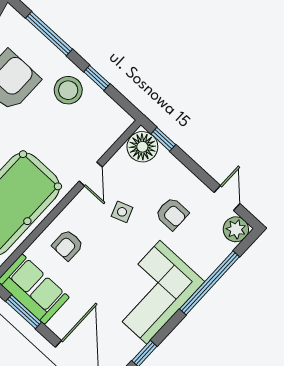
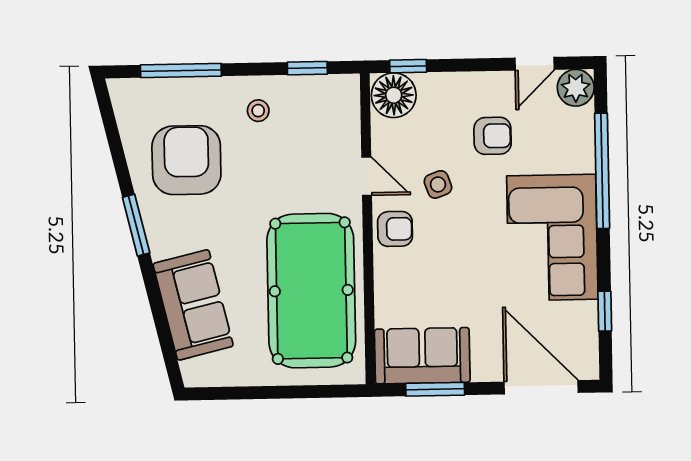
window: (97, 78) -> (307, 68), moved
stool: (68, 90) -> (258, 111), width x0.53, depth x0.53
door: (227, 198) -> (535, 64), swing flipped
armchair: (68, 245) -> (395, 229), moved, turned -90

